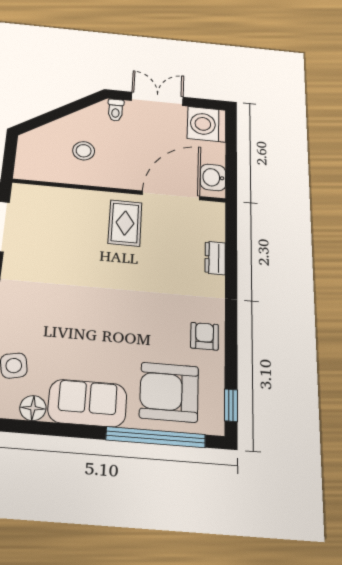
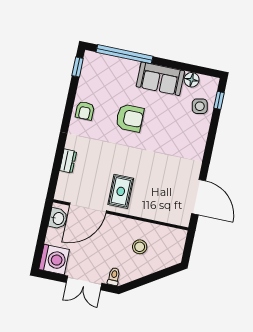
armchair: (169, 392) -> (130, 118), moved, width x0.73, depth x0.73

